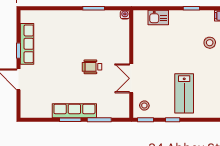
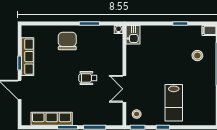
kitchen sink: (158, 17) -> (133, 35), moved, turned -90
chair: (70, 27) -> (67, 41), added
row of seats: (74, 111) -> (52, 119), moved

